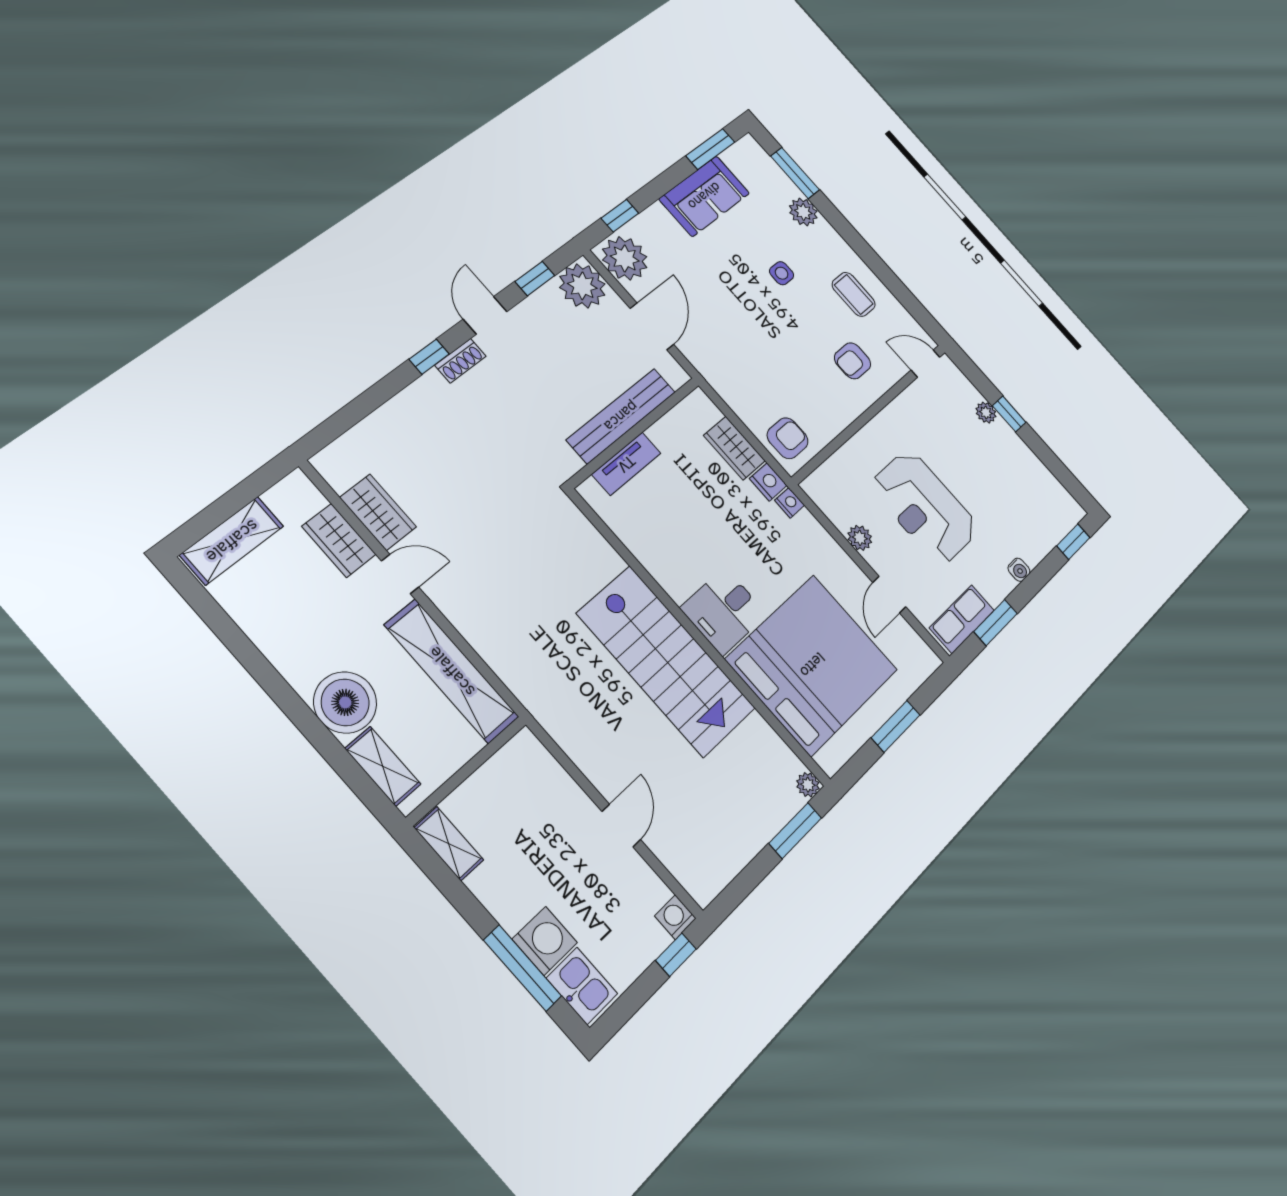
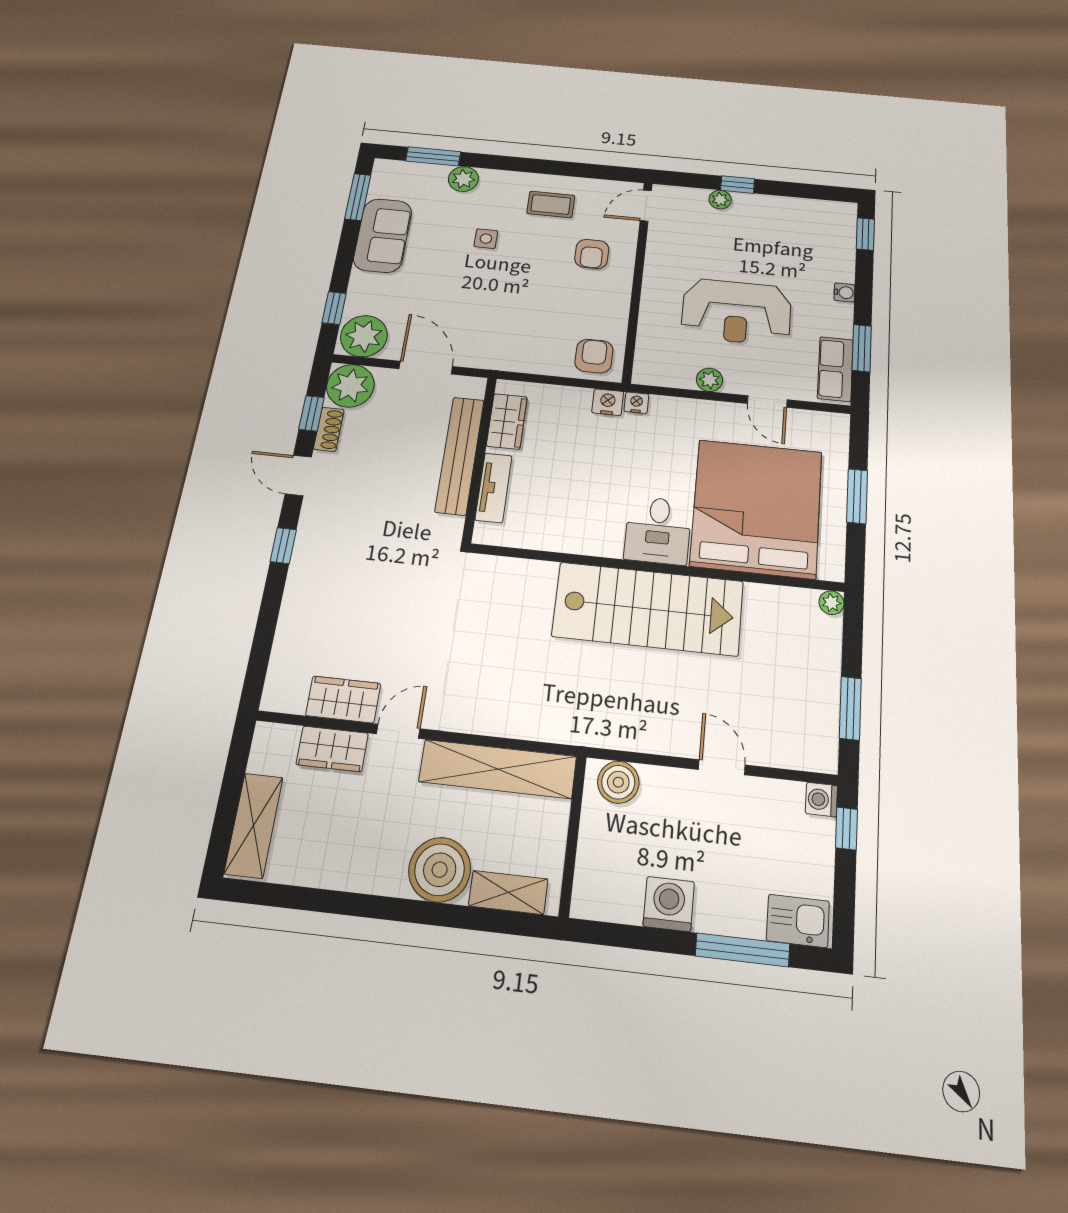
shoe rack: (460, 361) -> (329, 429), moved
wardrobe: (734, 448) -> (507, 421), moved, turned -90
boiler: (534, 764) -> (618, 782), added
window: (795, 831) -> (850, 708), moved
shelving: (449, 844) -> (607, 905), removed
washing machine: (545, 941) -> (669, 904), moved

